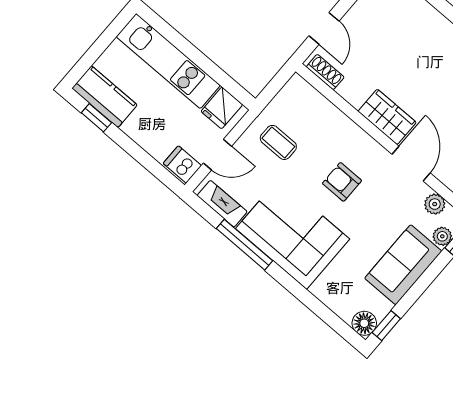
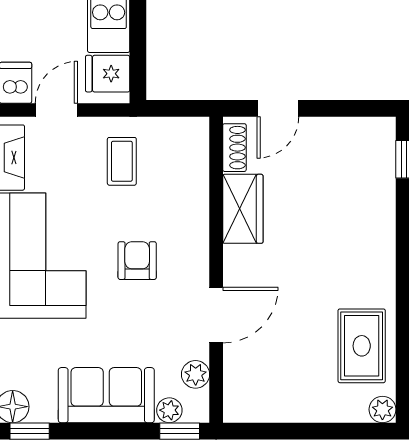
wardrobe: (387, 117) -> (243, 209), moved
door: (218, 155) -> (56, 110), swing flipped

